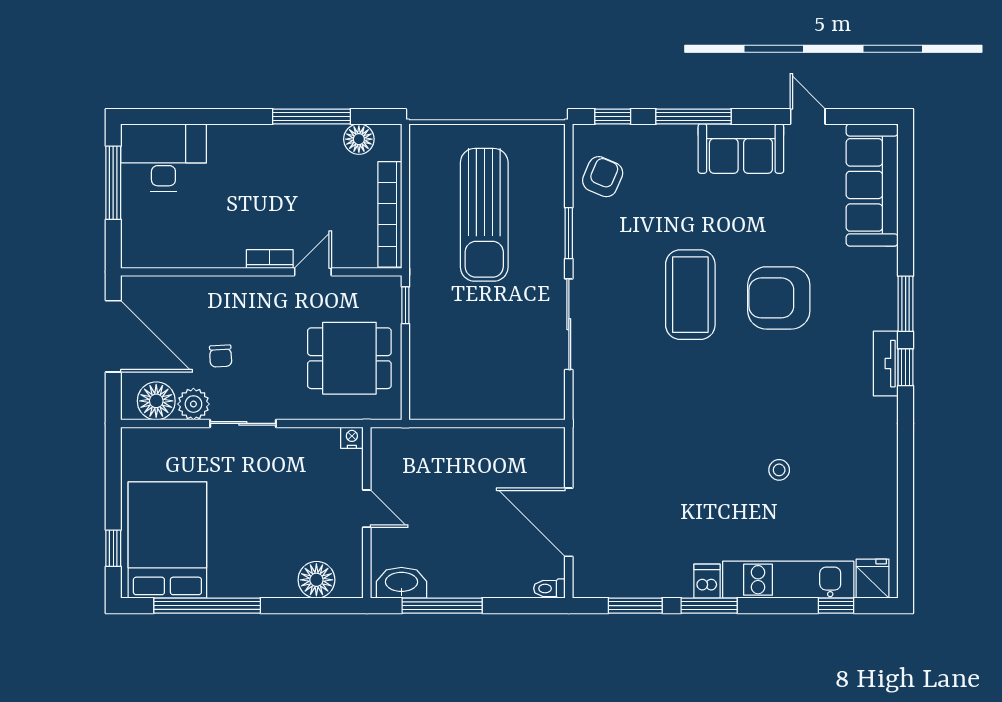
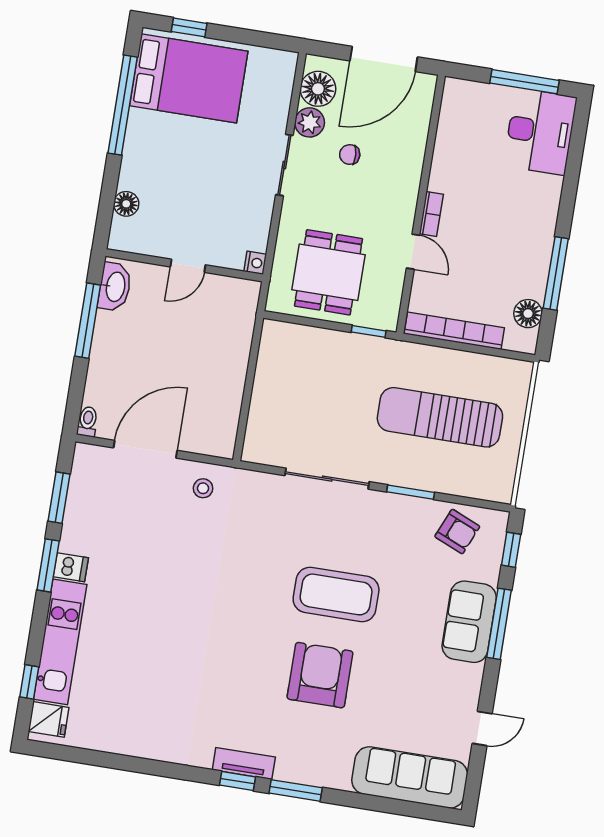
sofa: (741, 149) -> (469, 622), moved
stool: (779, 470) -> (203, 488), moved
floor lamp: (316, 580) -> (126, 204), width x0.73, depth x0.73

